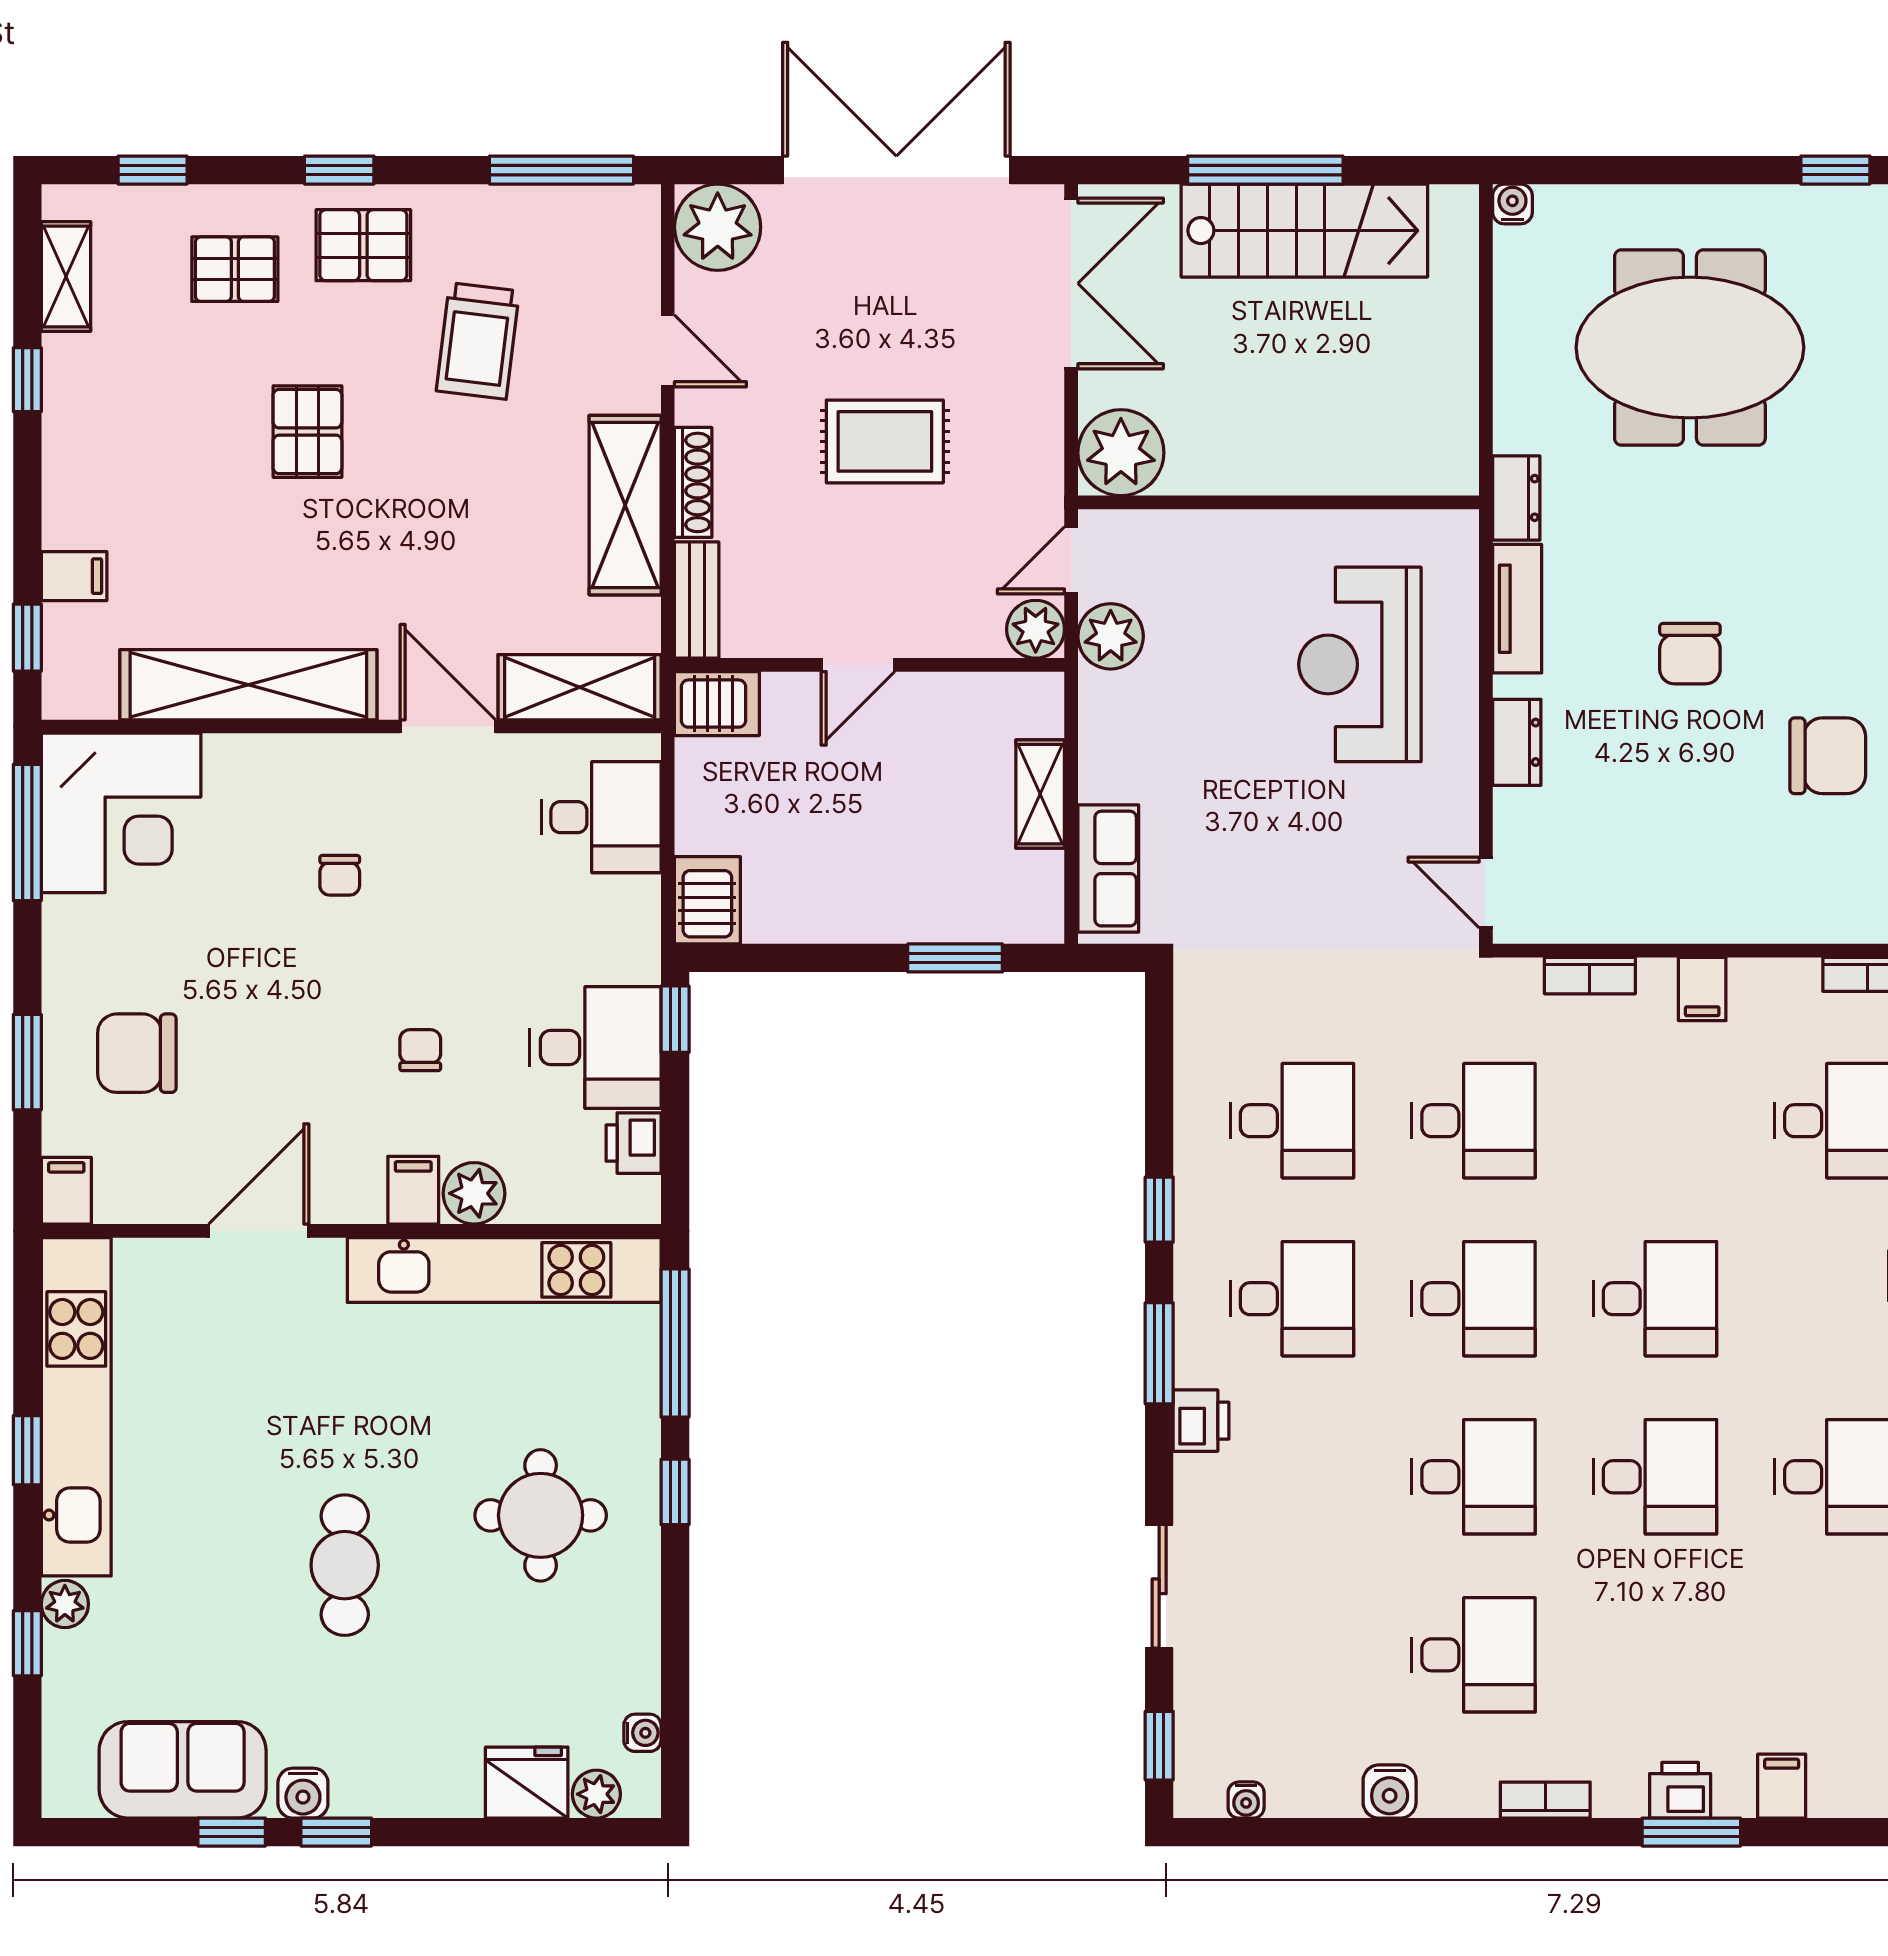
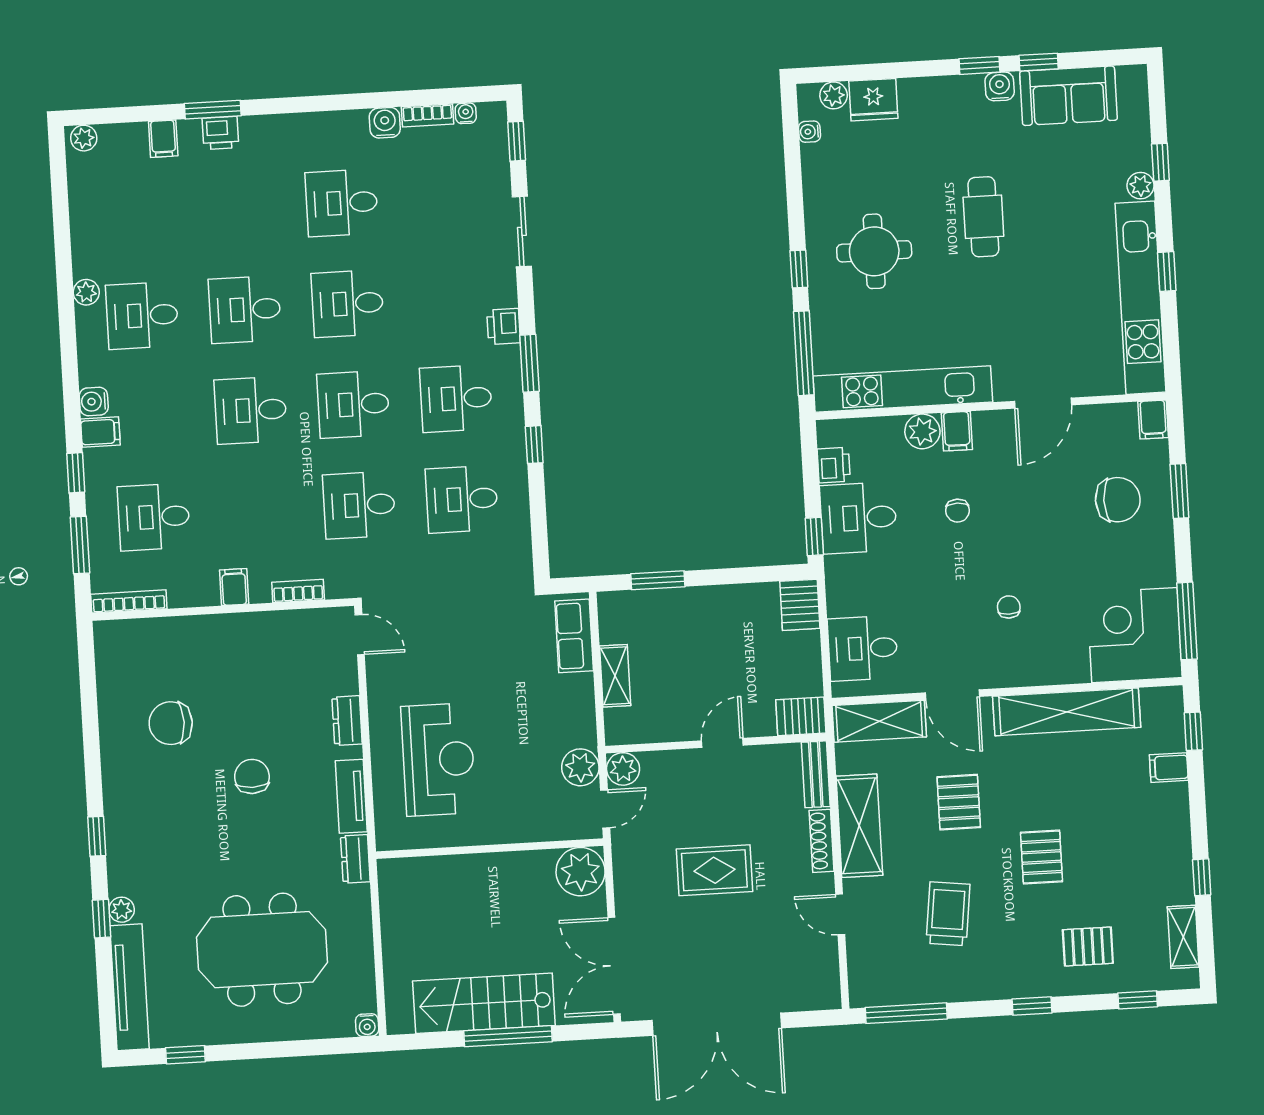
plant: (718, 227) -> (816, 986), removed
pallet: (363, 245) -> (959, 802), moved, turned 90
bookcase: (1545, 1800) -> (428, 115), moved

